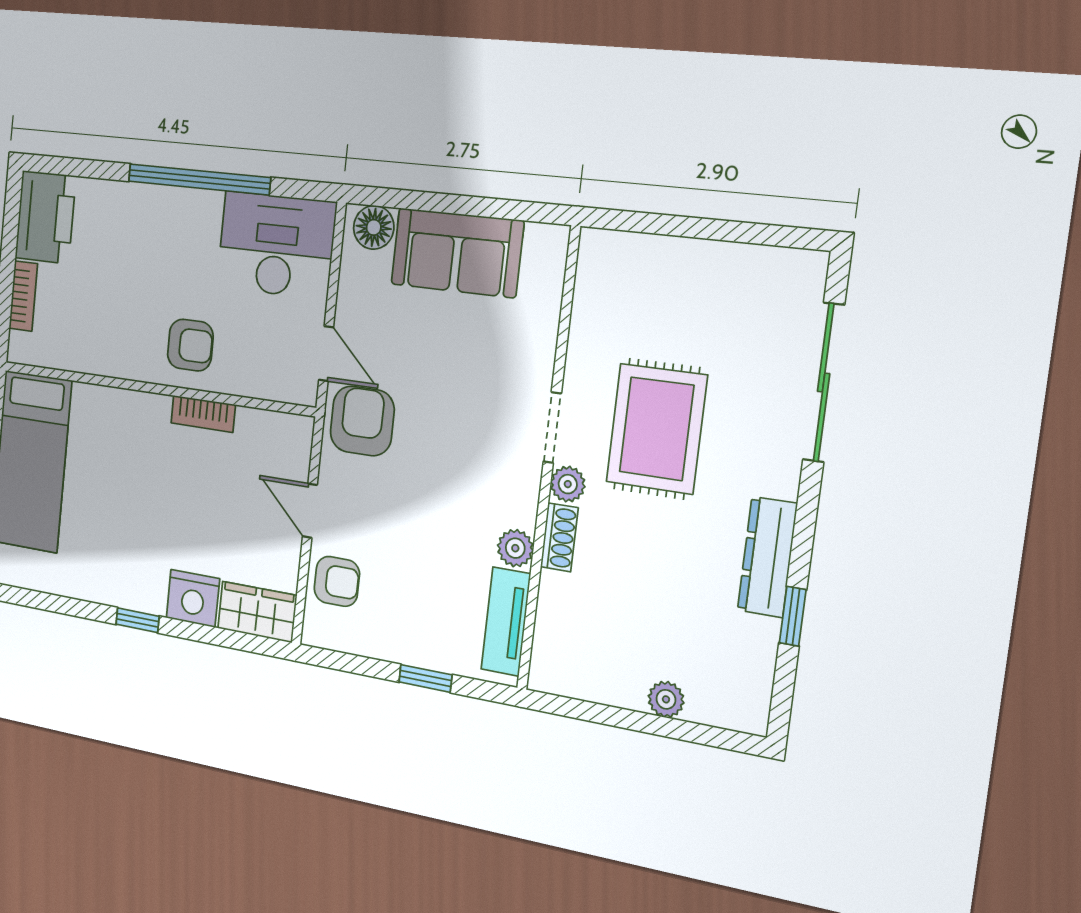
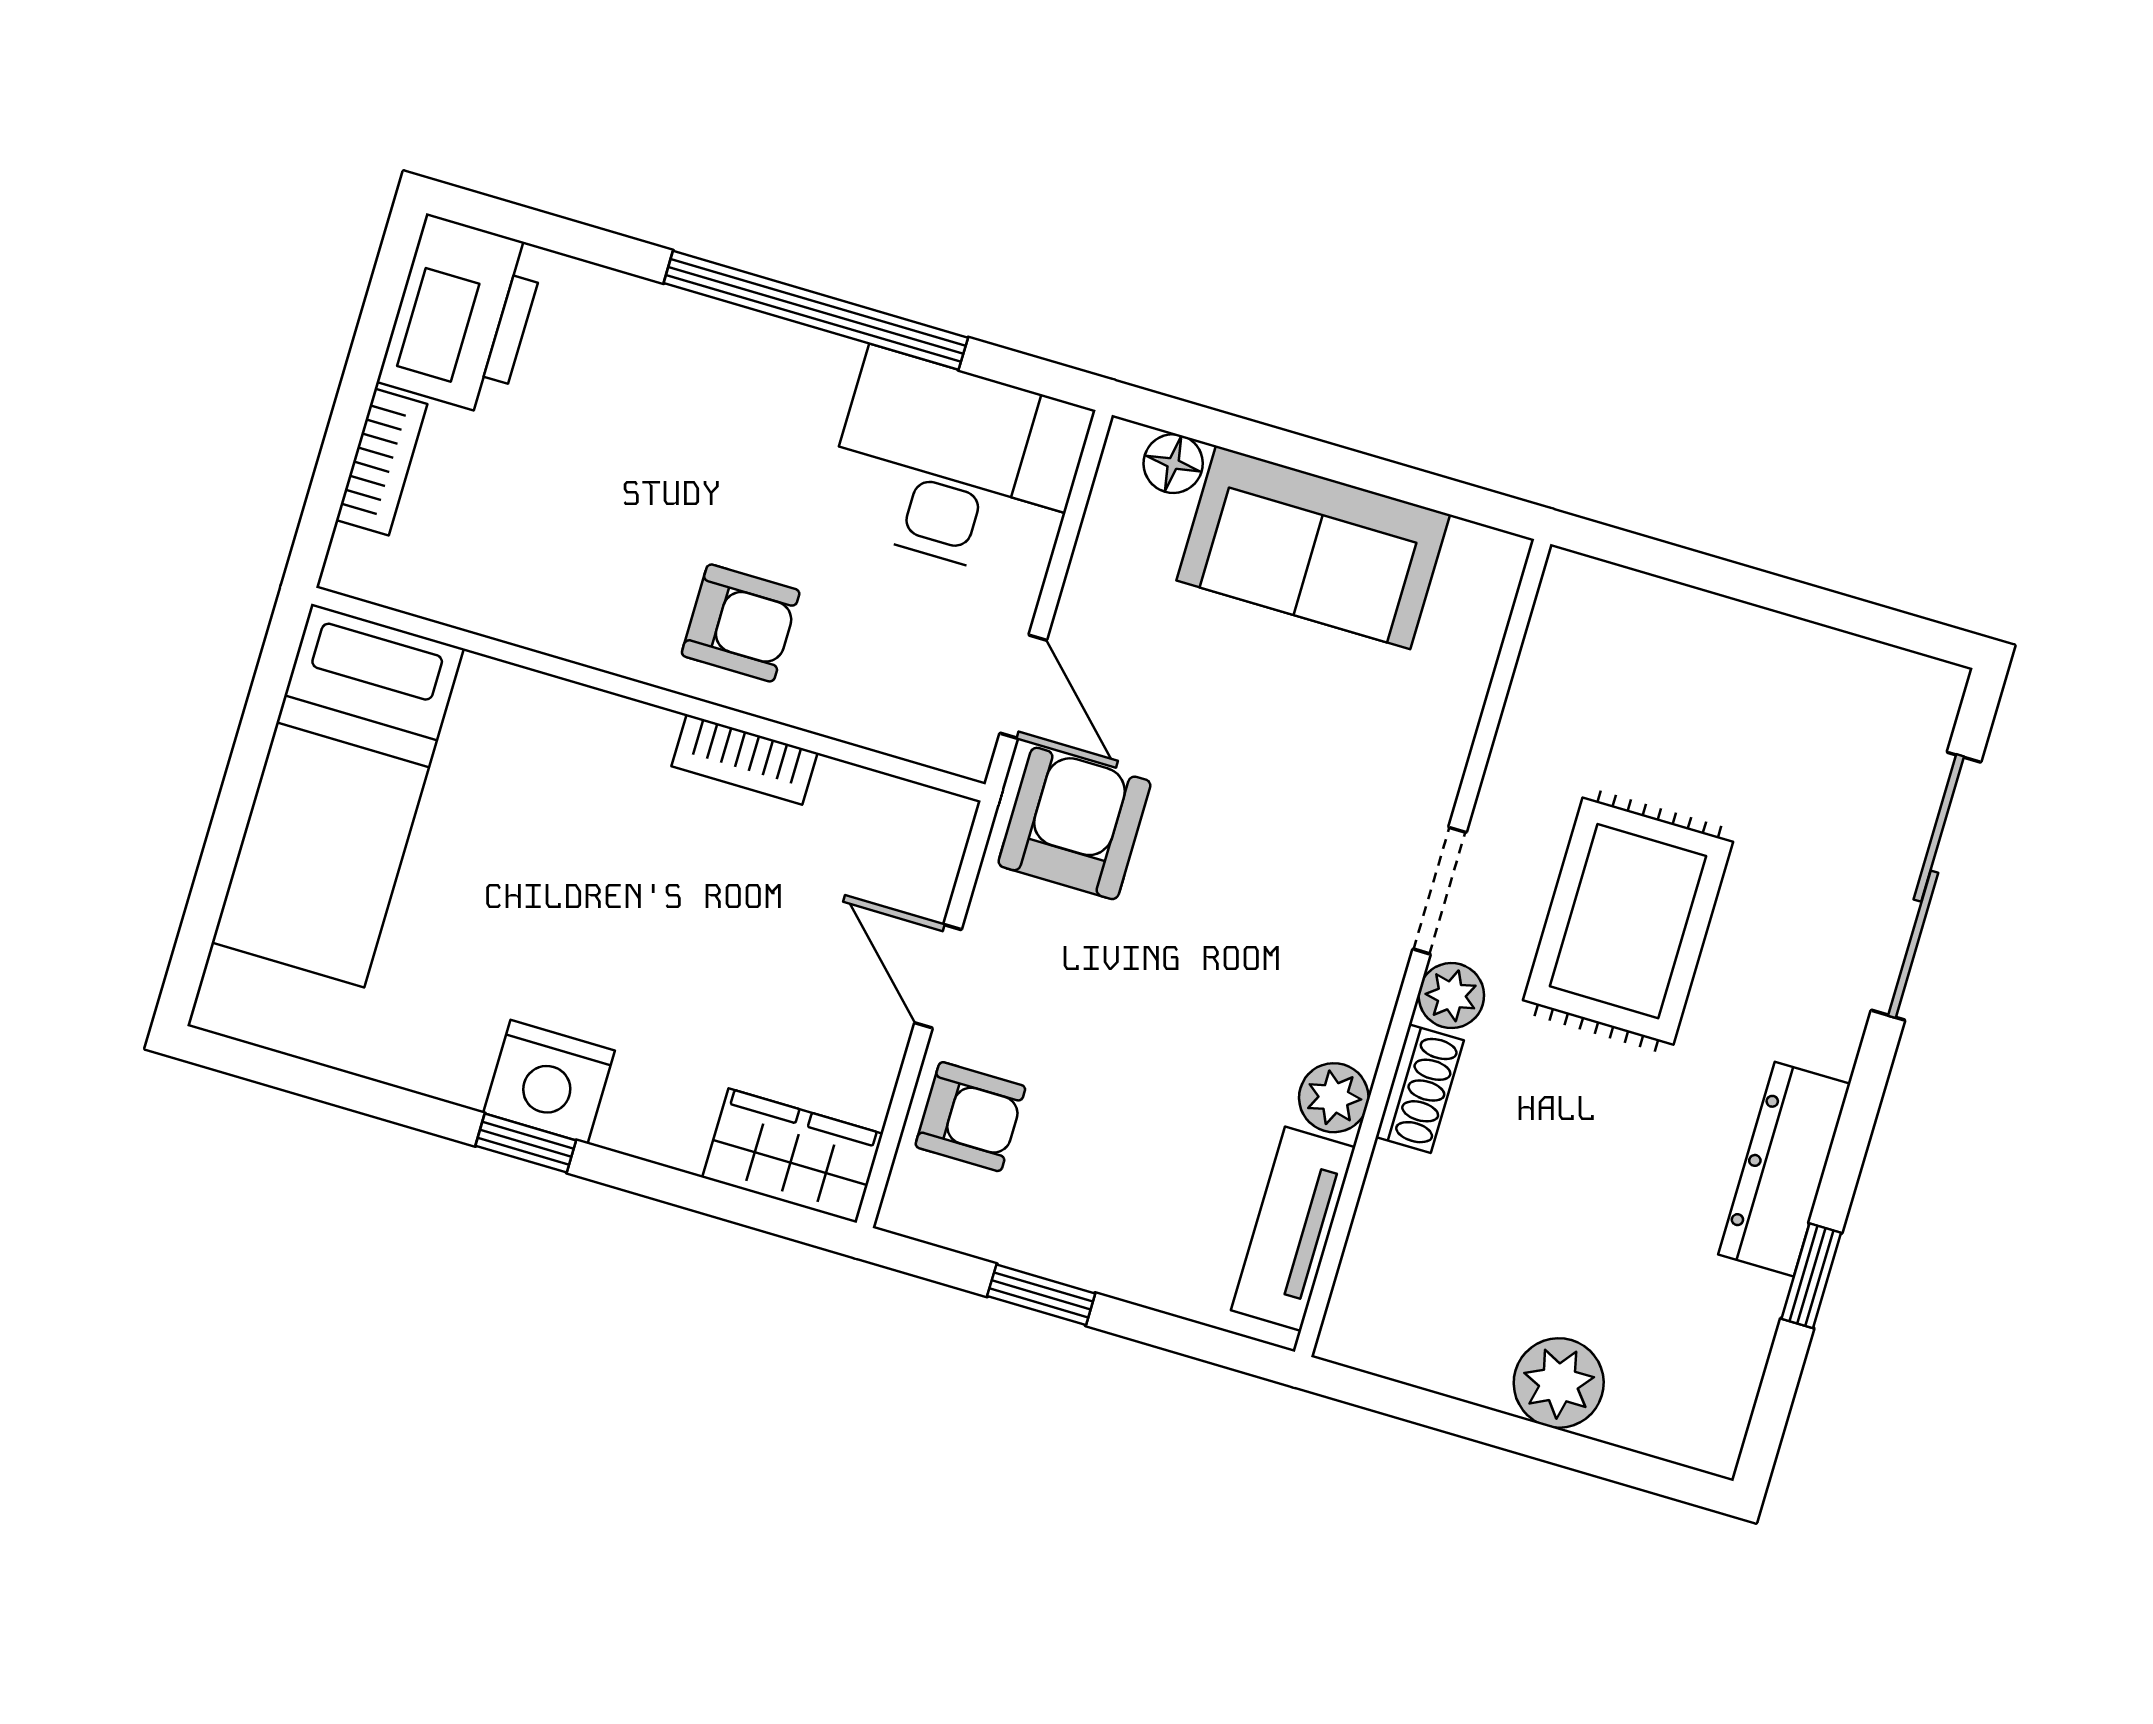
floor lamp: (374, 227) -> (1173, 464), width x0.73, depth x0.73
nightstand: (193, 598) -> (549, 1082), moved
window: (425, 678) -> (1041, 1295), moved
plant: (666, 699) -> (1559, 1383), width x1.38, depth x1.38

